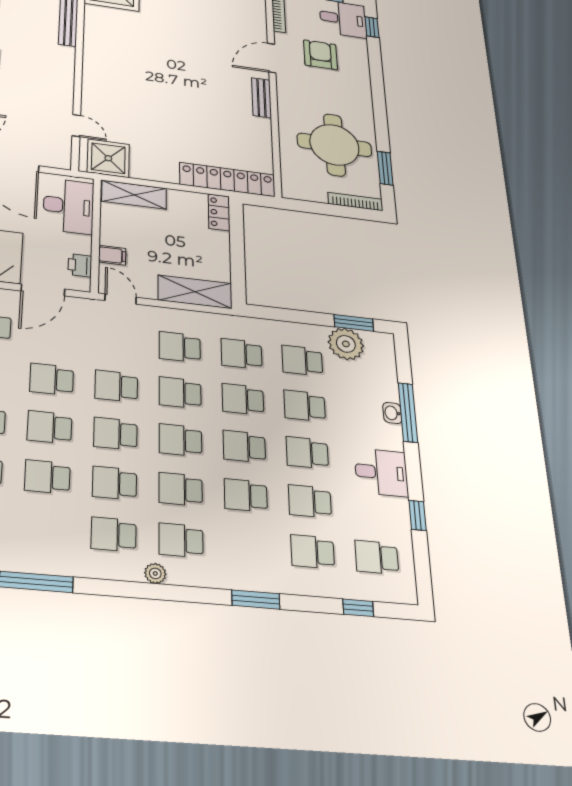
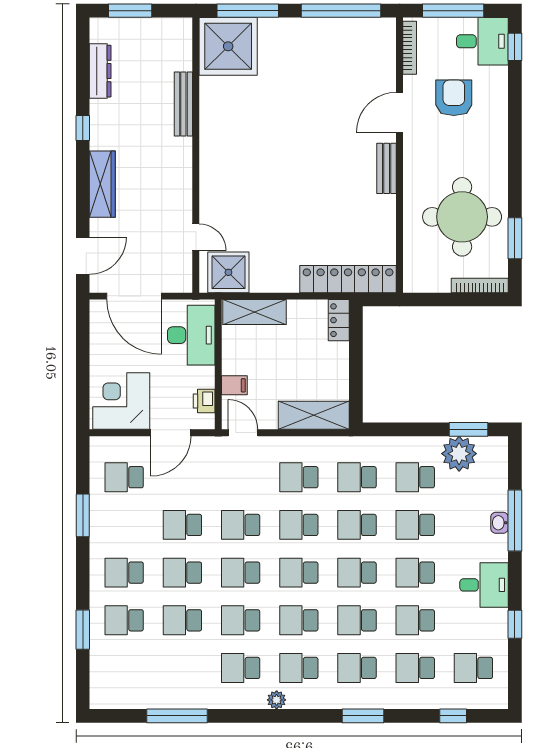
school desk: (247, 546) -> (357, 668), added

